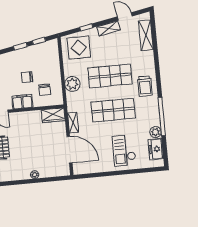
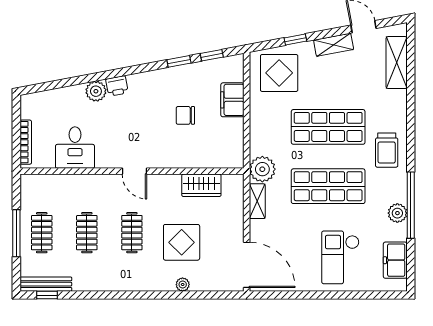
plant: (72, 84) -> (262, 169), moved
chair: (45, 90) -> (214, 140), removed
filing cabinet: (22, 102) -> (232, 100), moved, turned -90
wardrobe: (53, 115) -> (201, 185), moved
plant: (155, 132) -> (397, 213), moved
display table: (32, 150) -> (182, 242), added
door: (69, 150) -> (247, 265), moved

